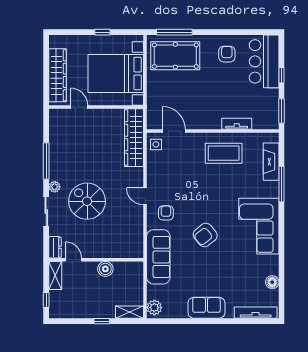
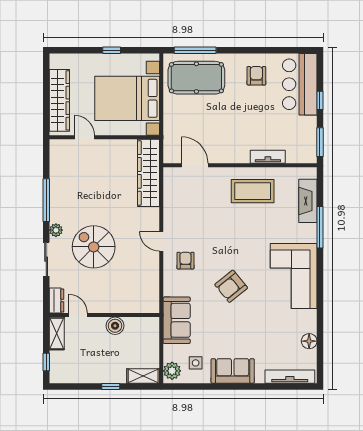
side table: (156, 144) -> (196, 363), moved
sofa: (158, 257) -> (177, 320), width x0.73

